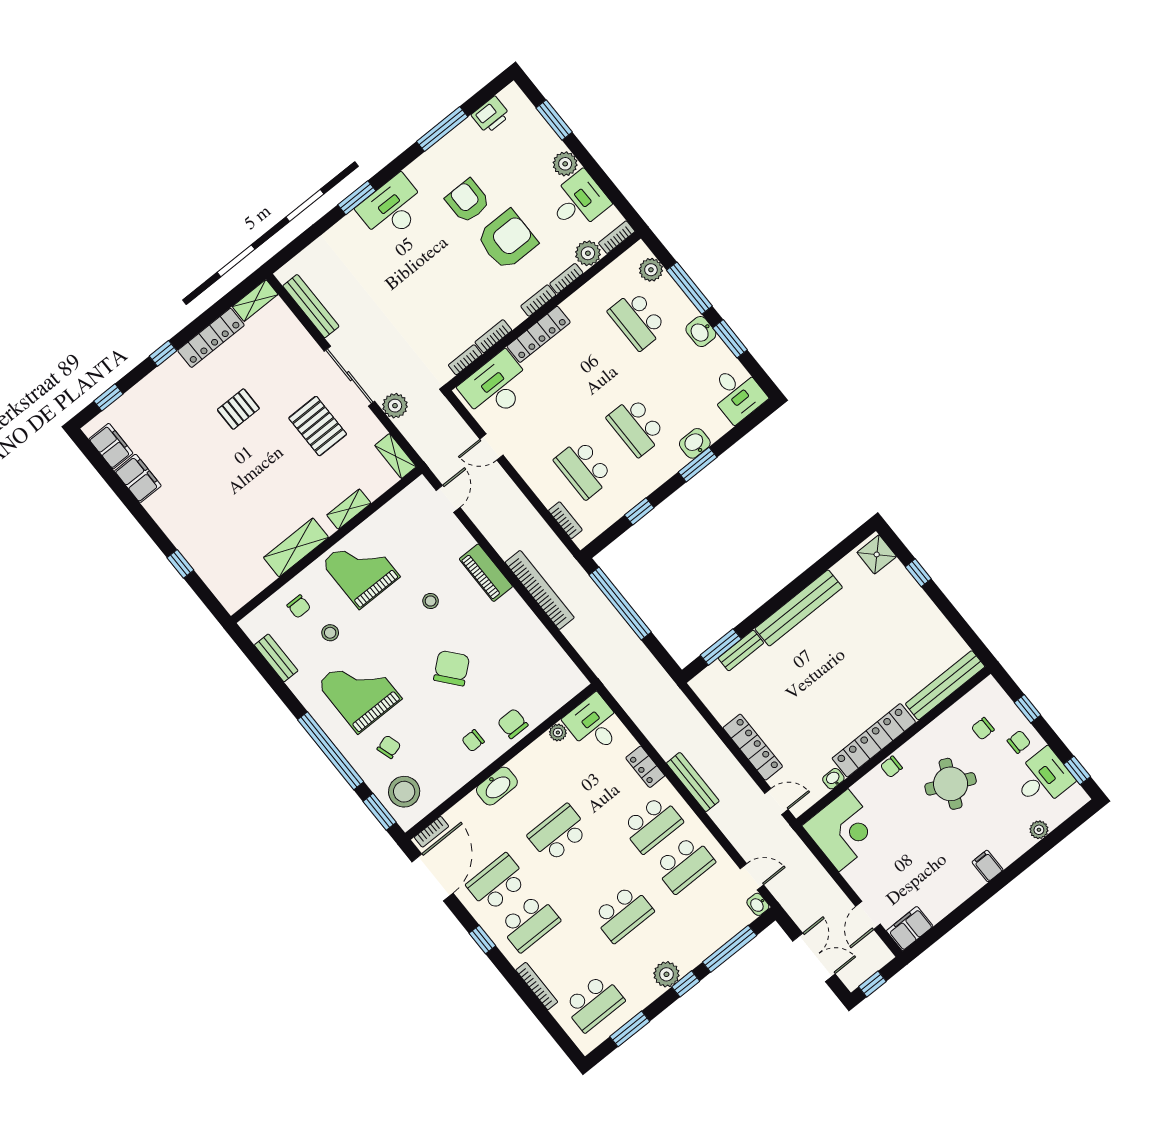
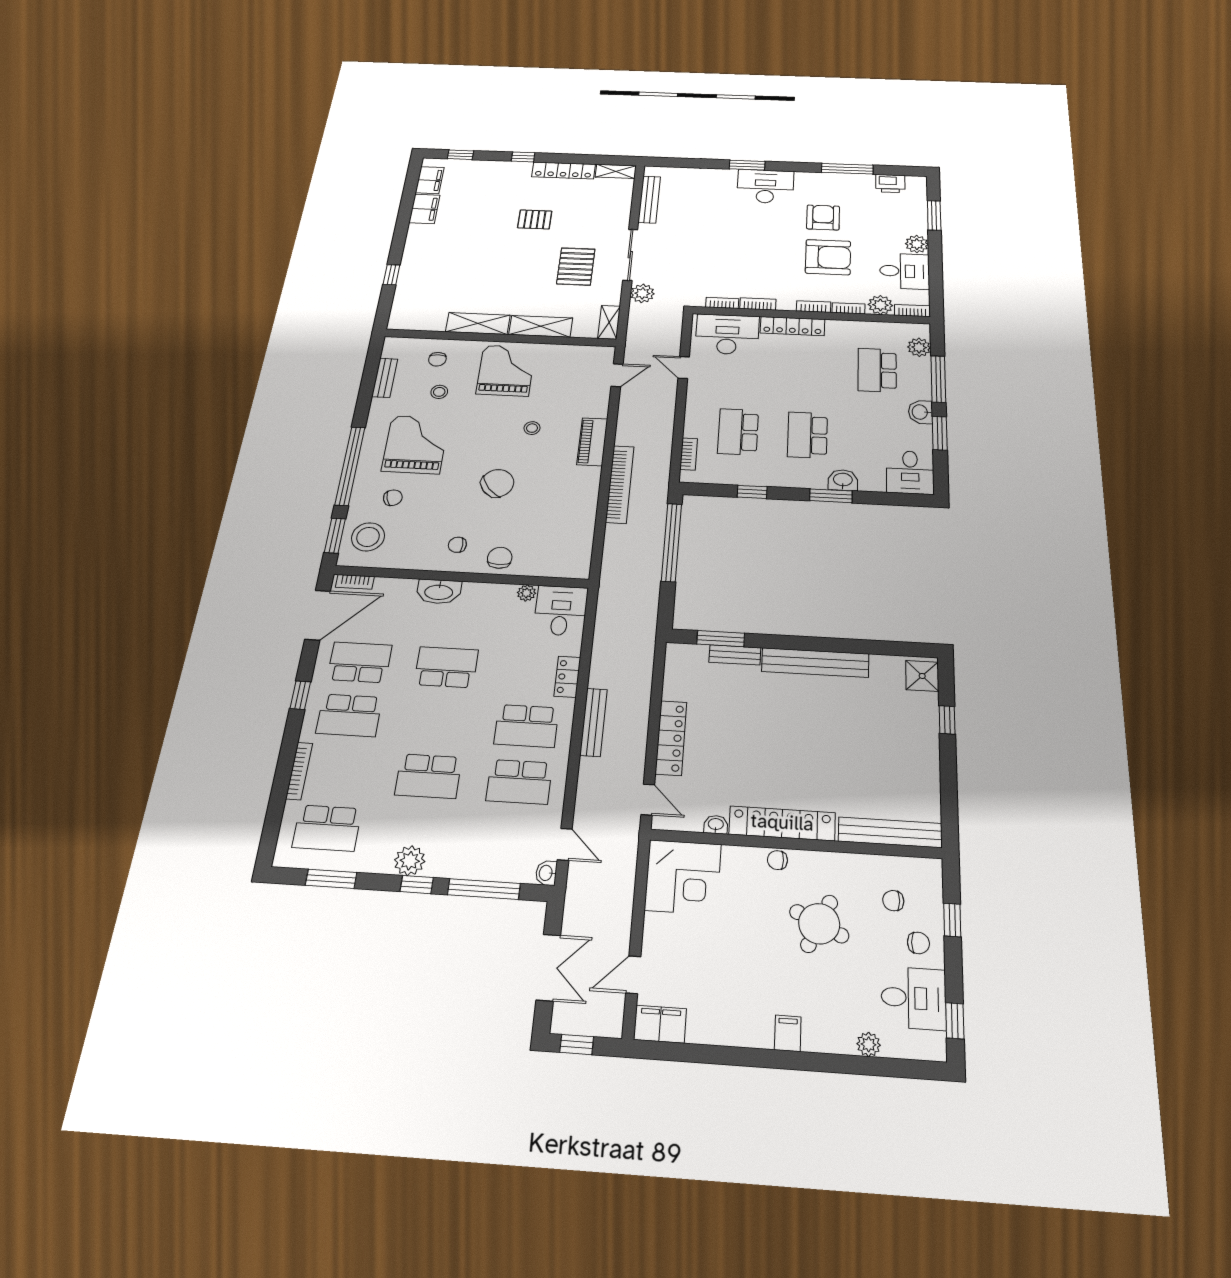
shelving: (349, 509) -> (541, 326), width x1.50, depth x1.33

